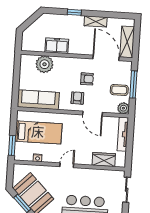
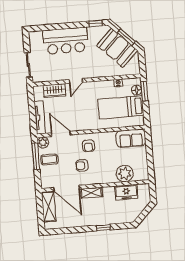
shelving: (96, 21) -> (91, 193), moved
freezer: (57, 46) -> (126, 192), moved
window: (133, 84) -> (36, 156), moved
sofa: (38, 100) -> (131, 138), width x0.73
door: (93, 114) -> (61, 134), moved
floor lamp: (20, 148) -> (137, 90), added
door: (67, 165) -> (76, 81), moved

